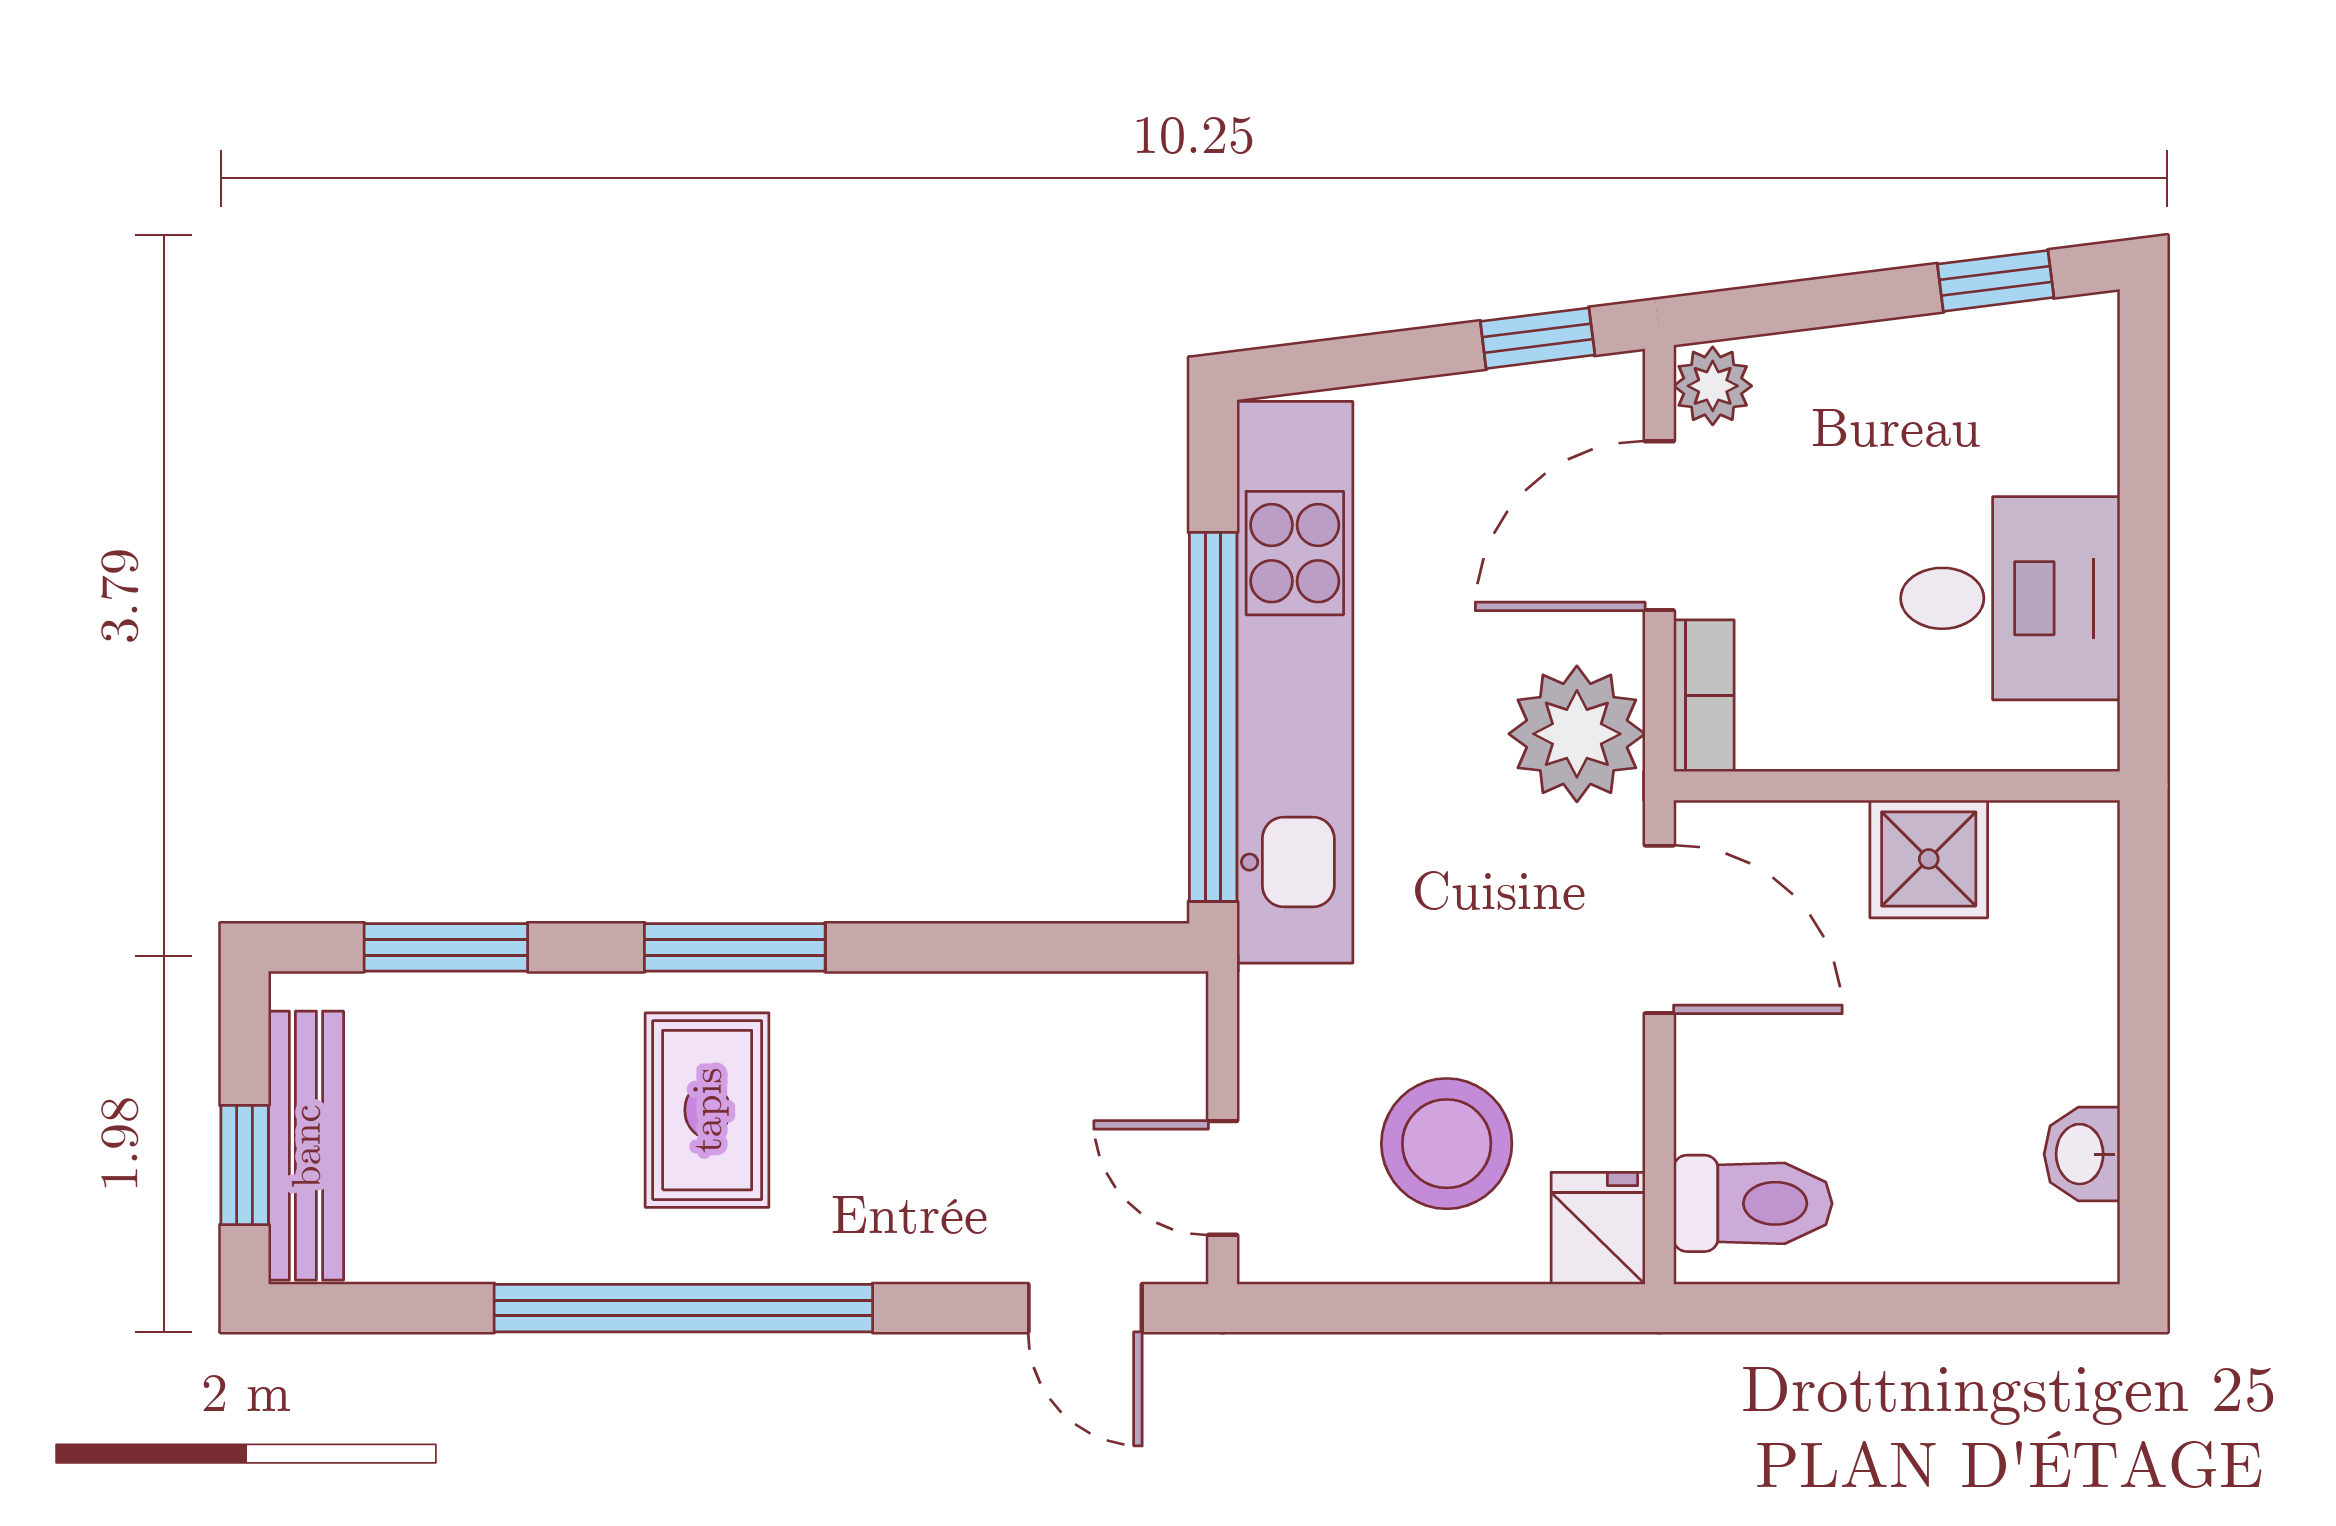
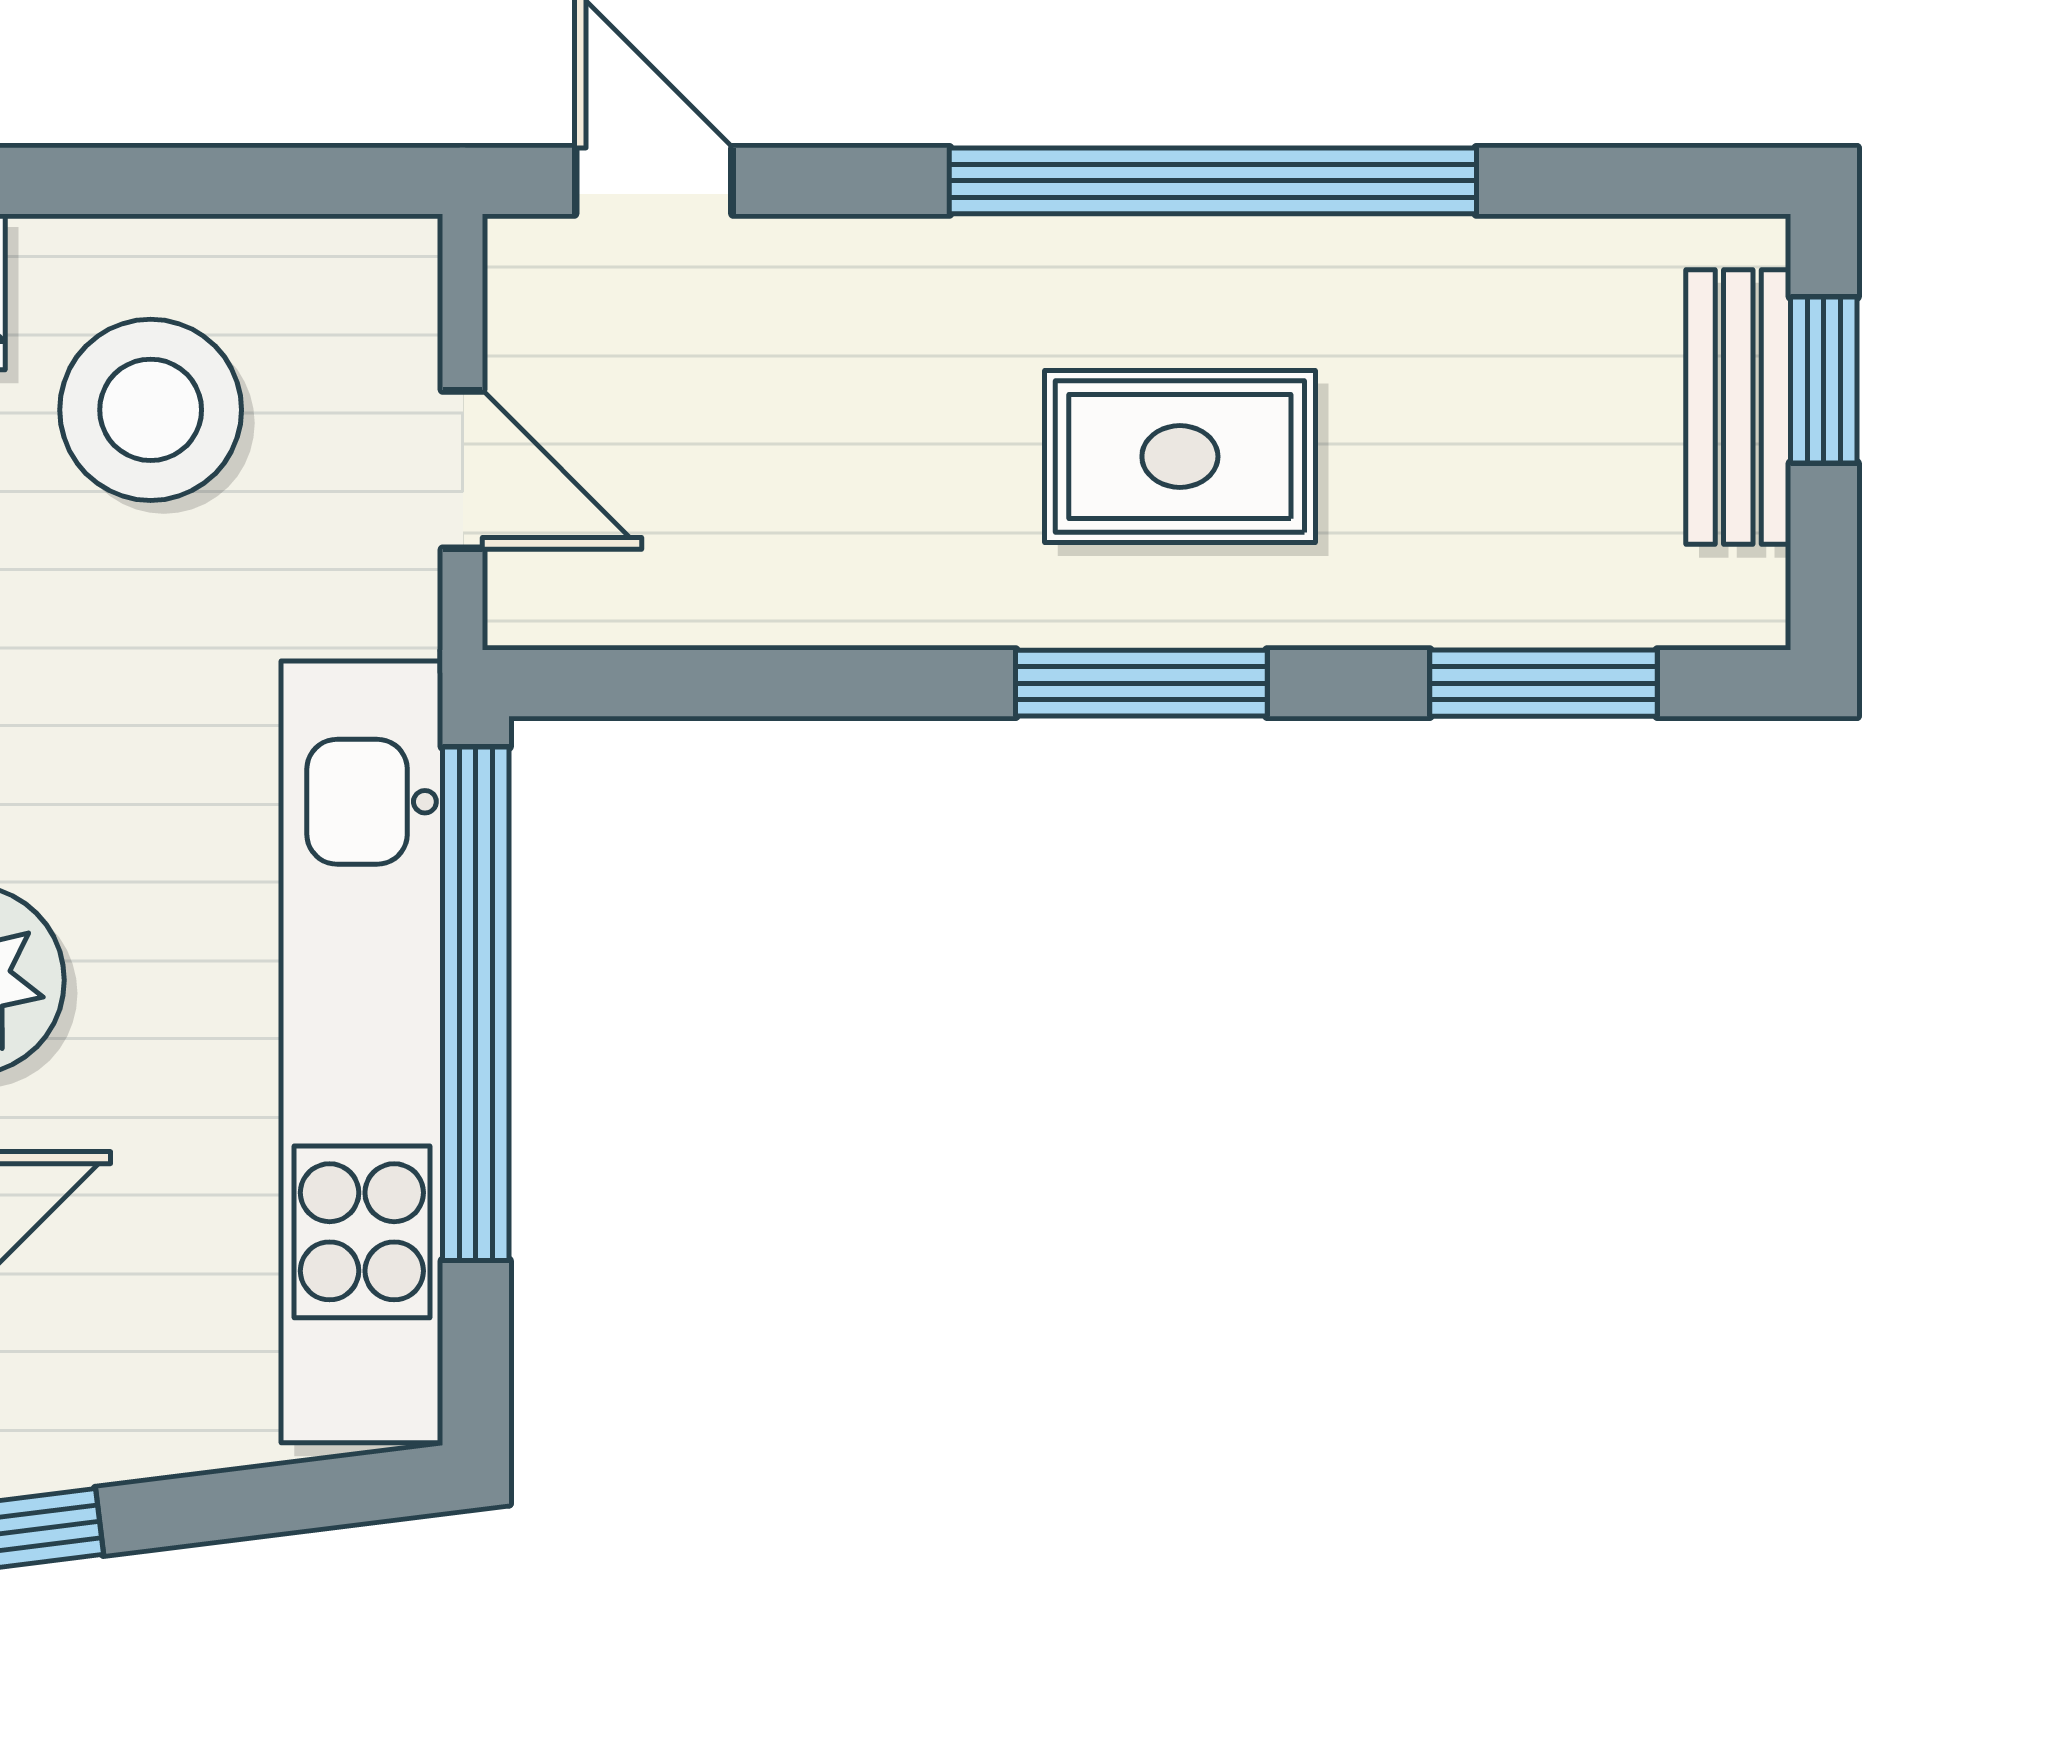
rug: (707, 1110) -> (1180, 457), turned 90
bench: (306, 1146) -> (1738, 407), width x0.73
door: (1223, 1178) -> (463, 470), moved

